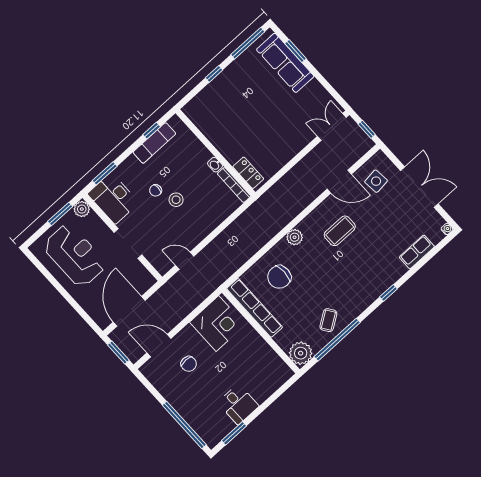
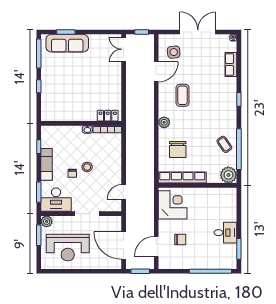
exam couch: (154, 143) -> (47, 164), moved
reception desk: (75, 255) -> (68, 248), turned 180

